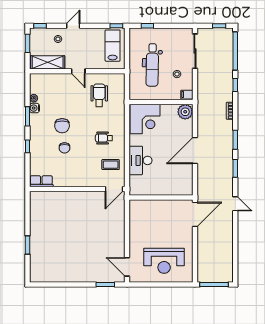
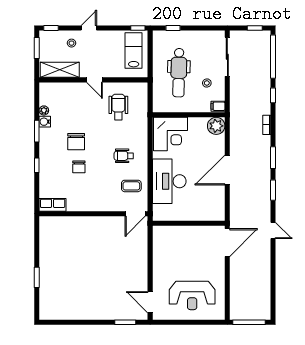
desk: (141, 160) -> (169, 181), width x1.36, depth x1.30

